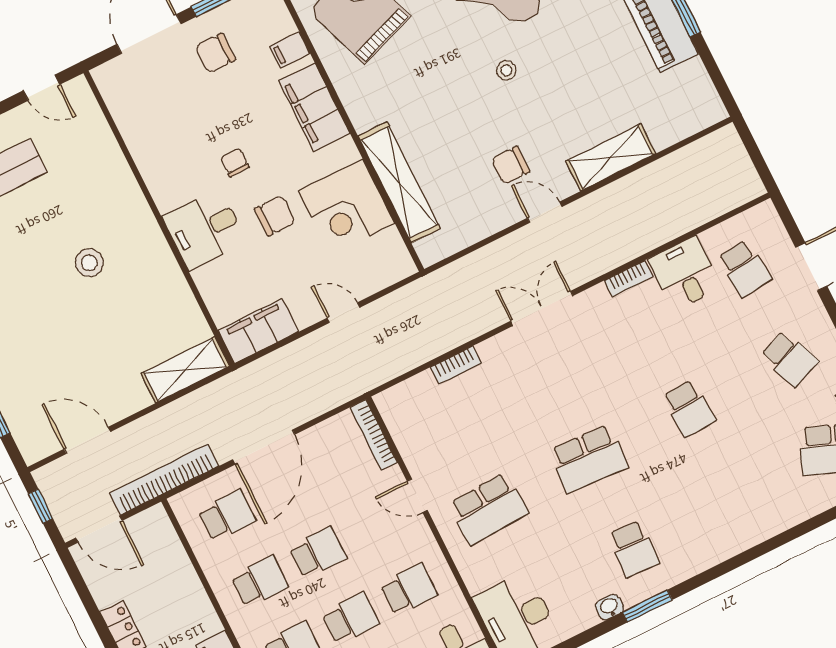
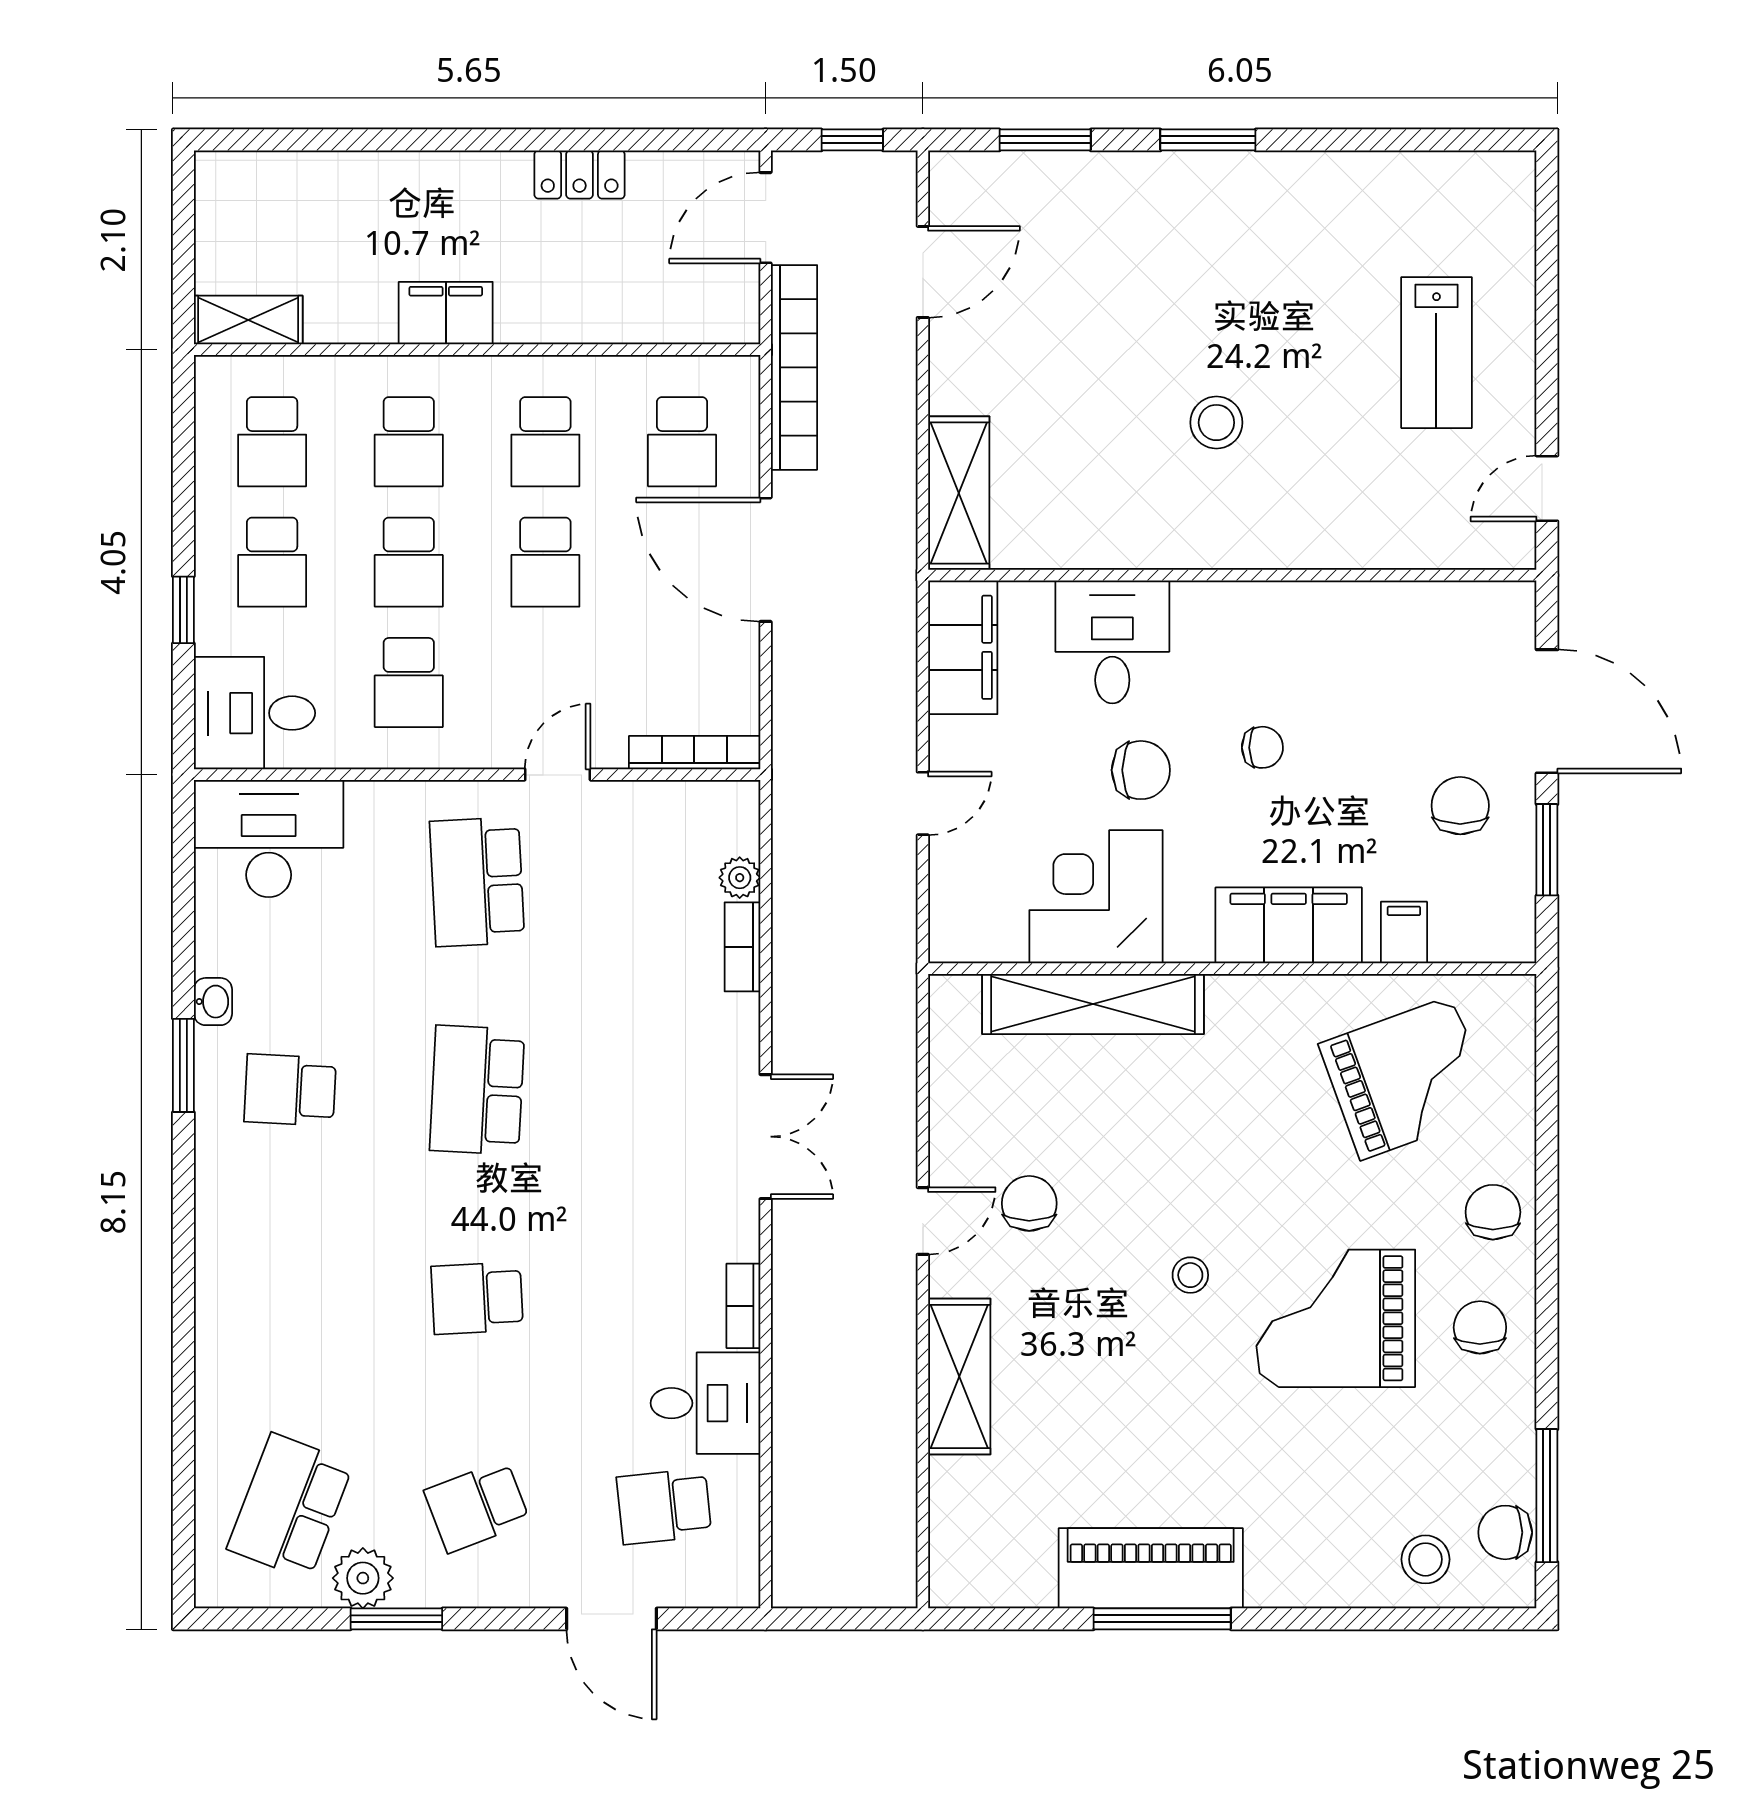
chair: (275, 216) -> (1141, 770), turned -90
desk: (205, 229) -> (1112, 642), moved
plant: (423, 383) -> (740, 878), added

